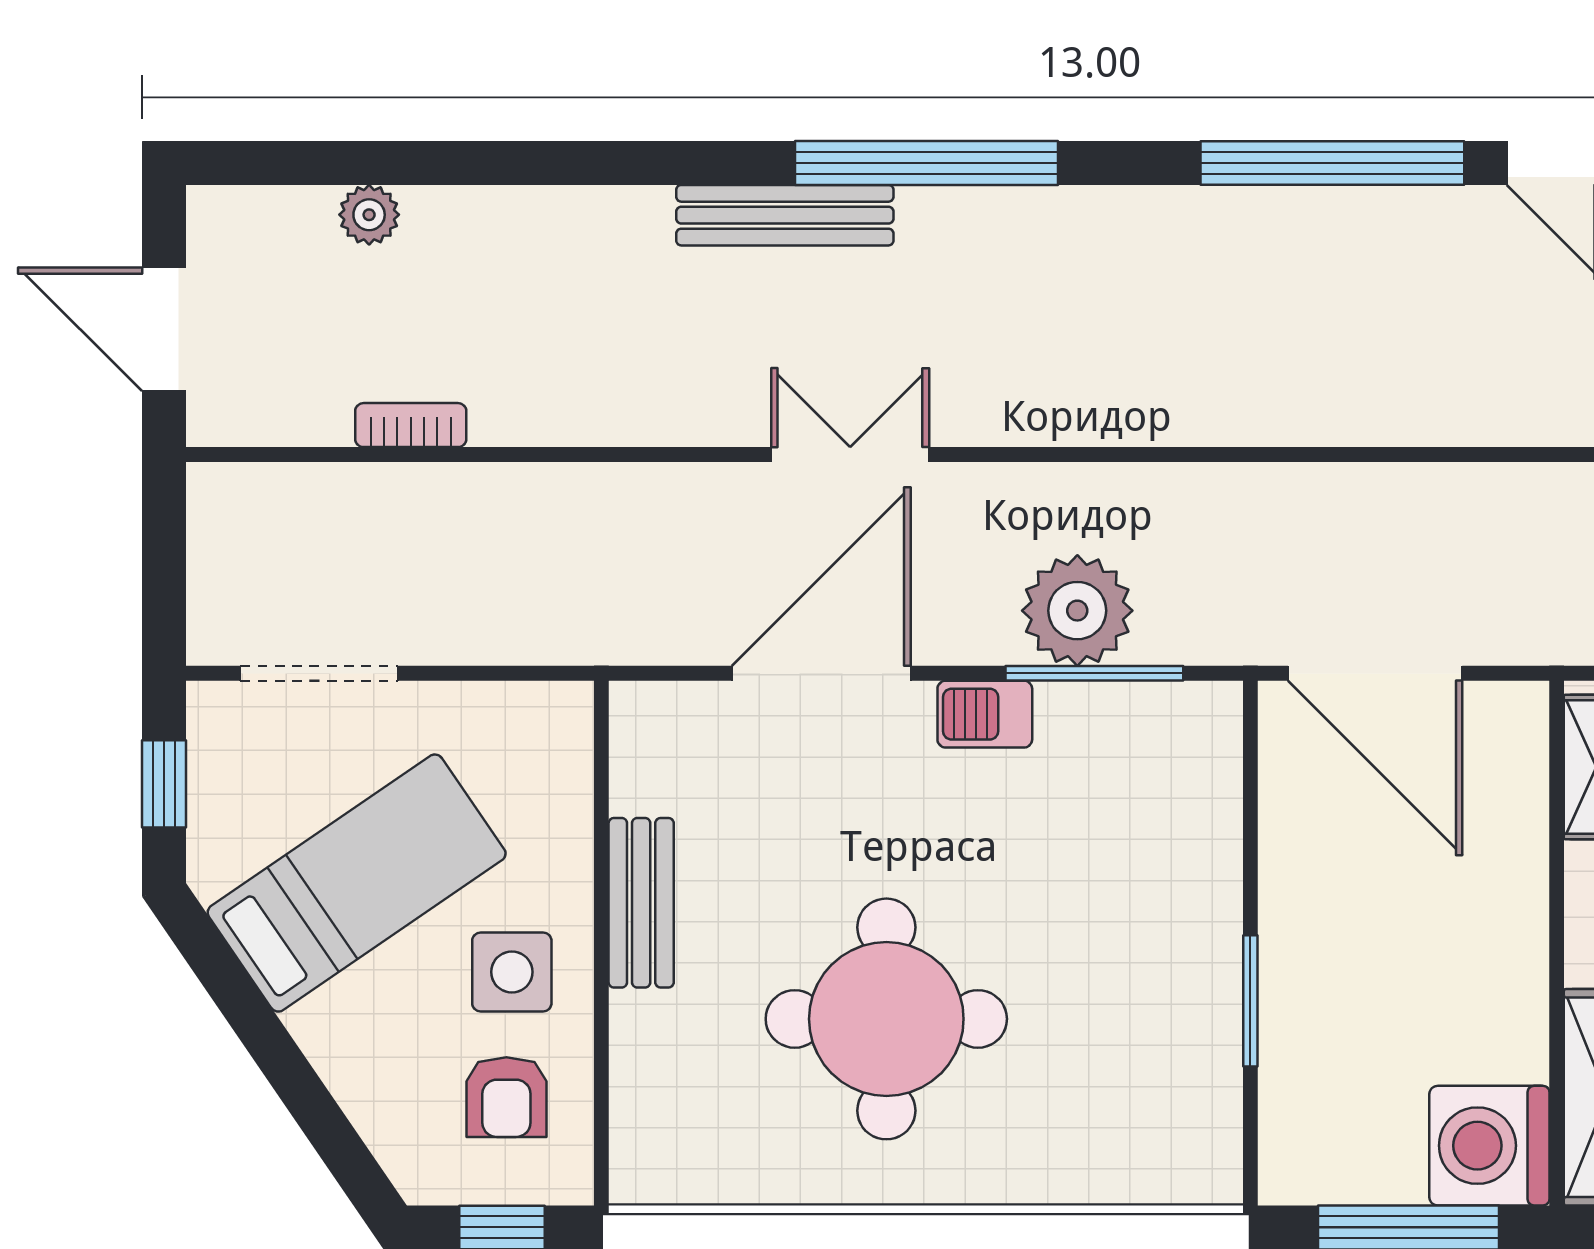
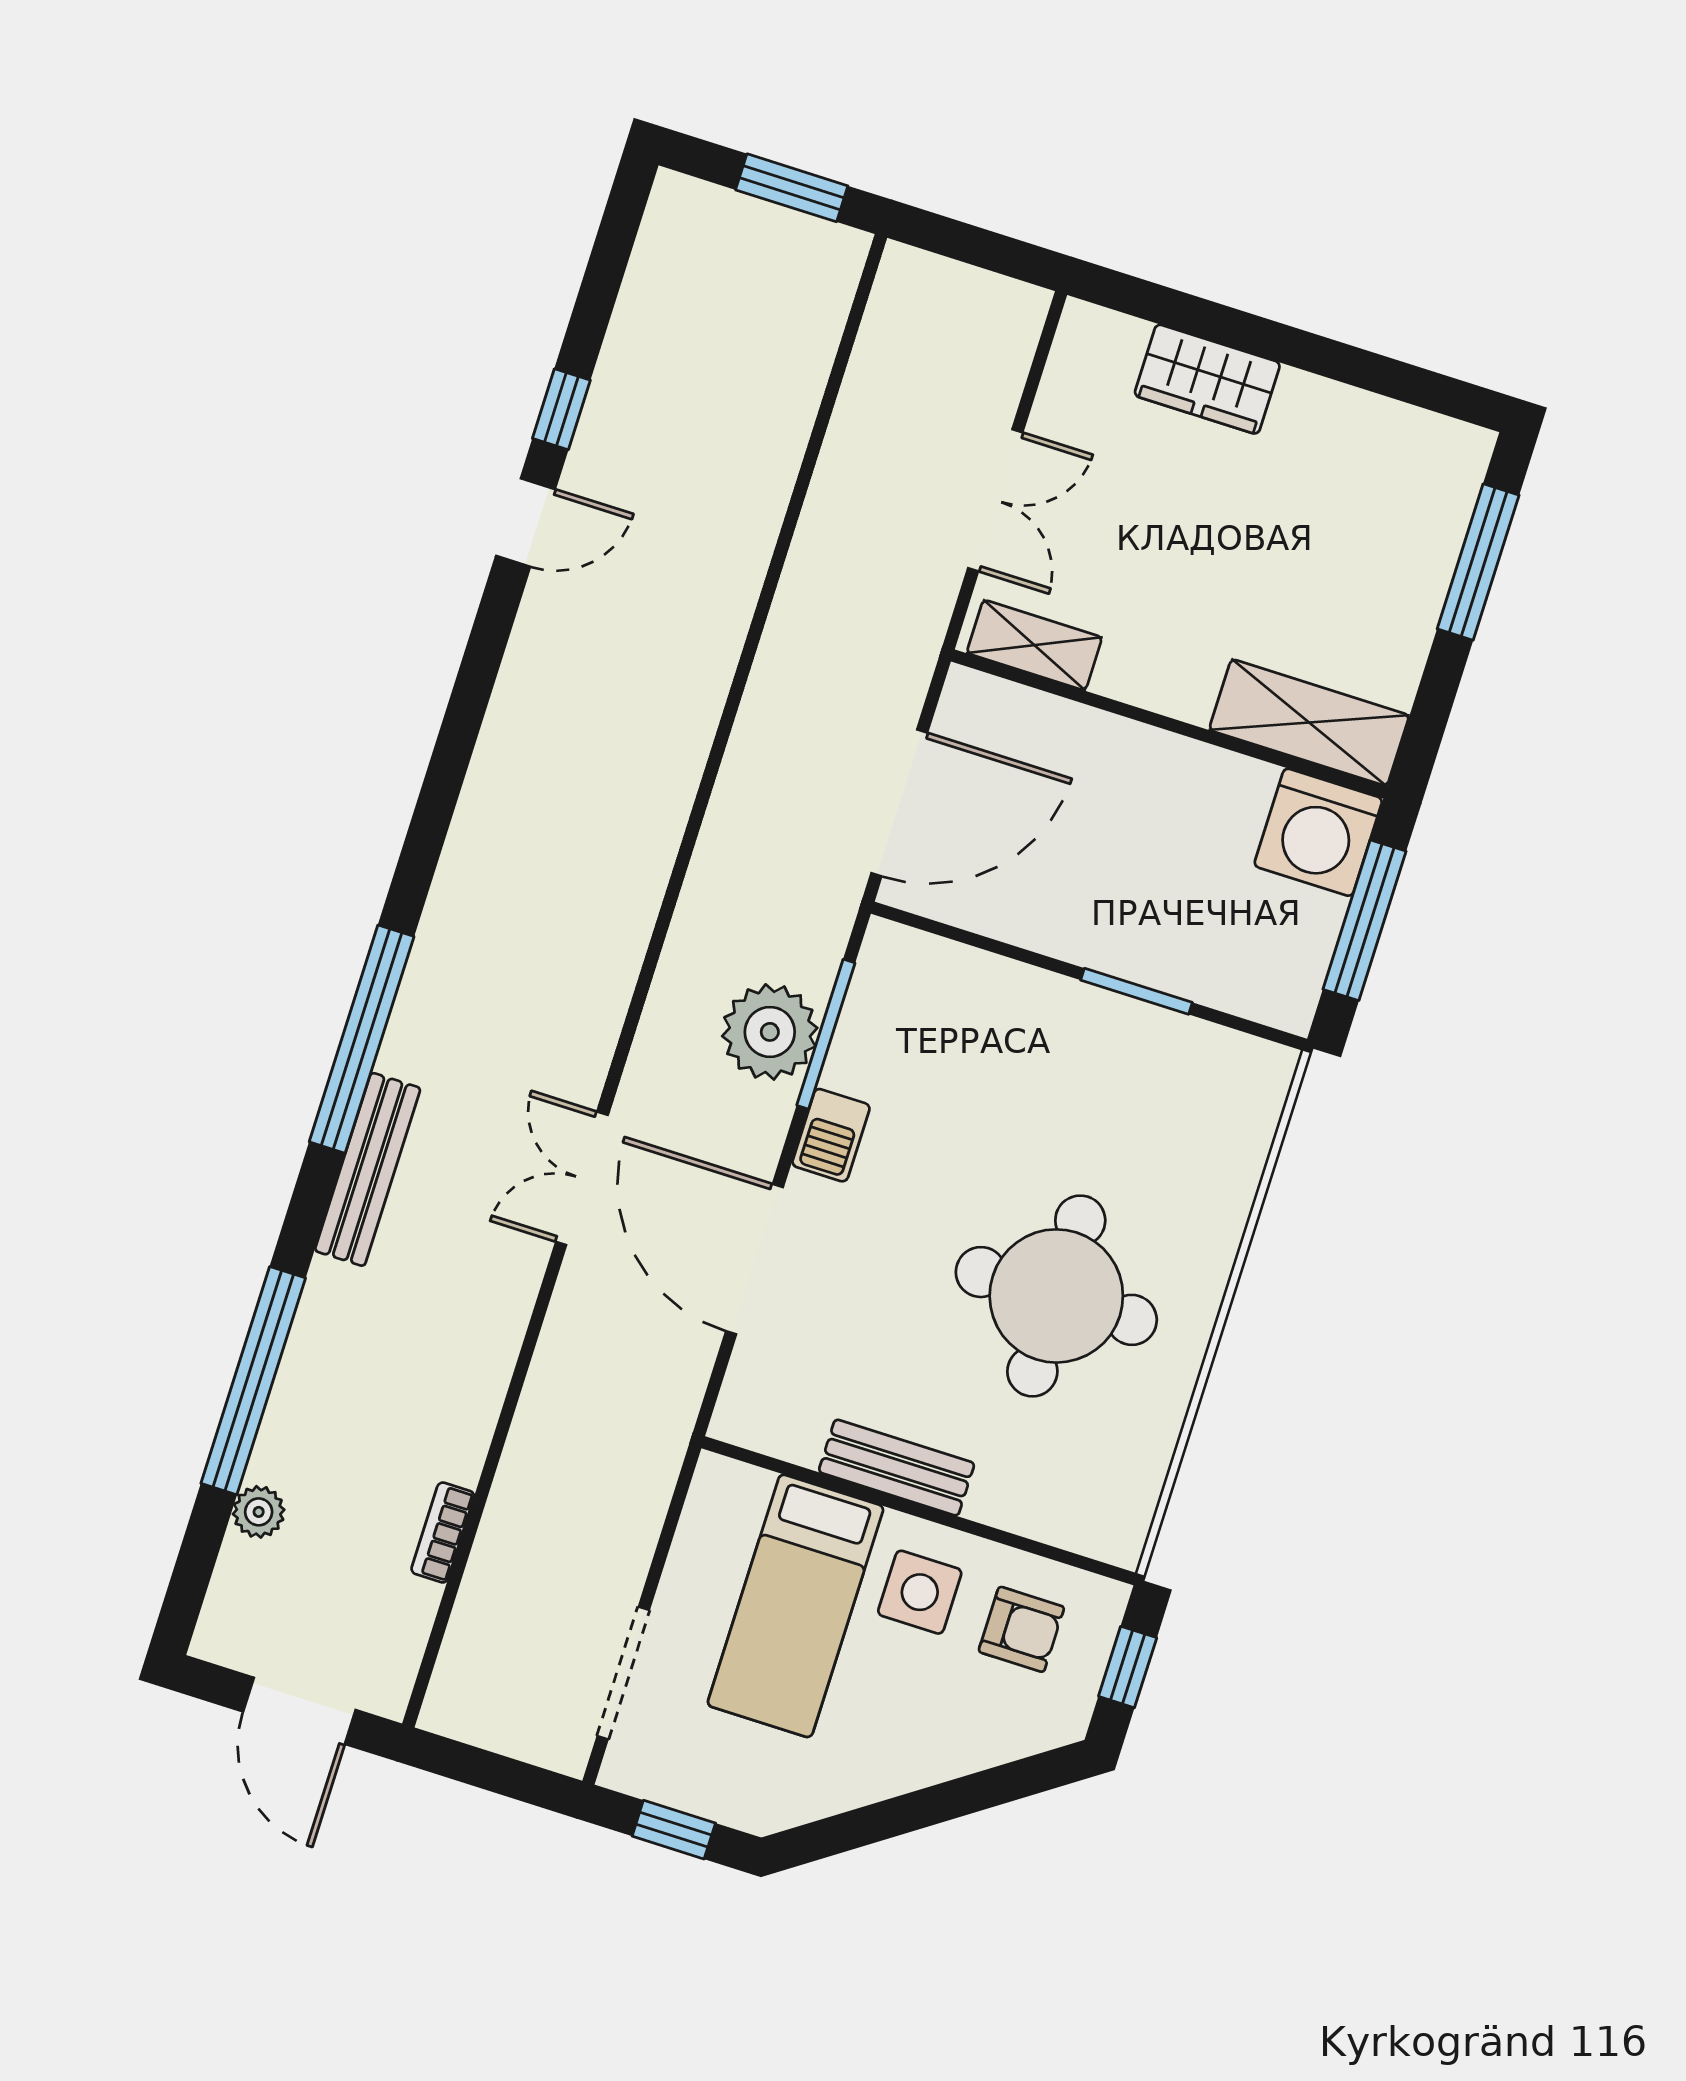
window: (1332, 163) -> (253, 1381), moved
door: (164, 329) -> (299, 1711), hinge flipped
bed: (357, 883) -> (796, 1606), moved, turned -146

